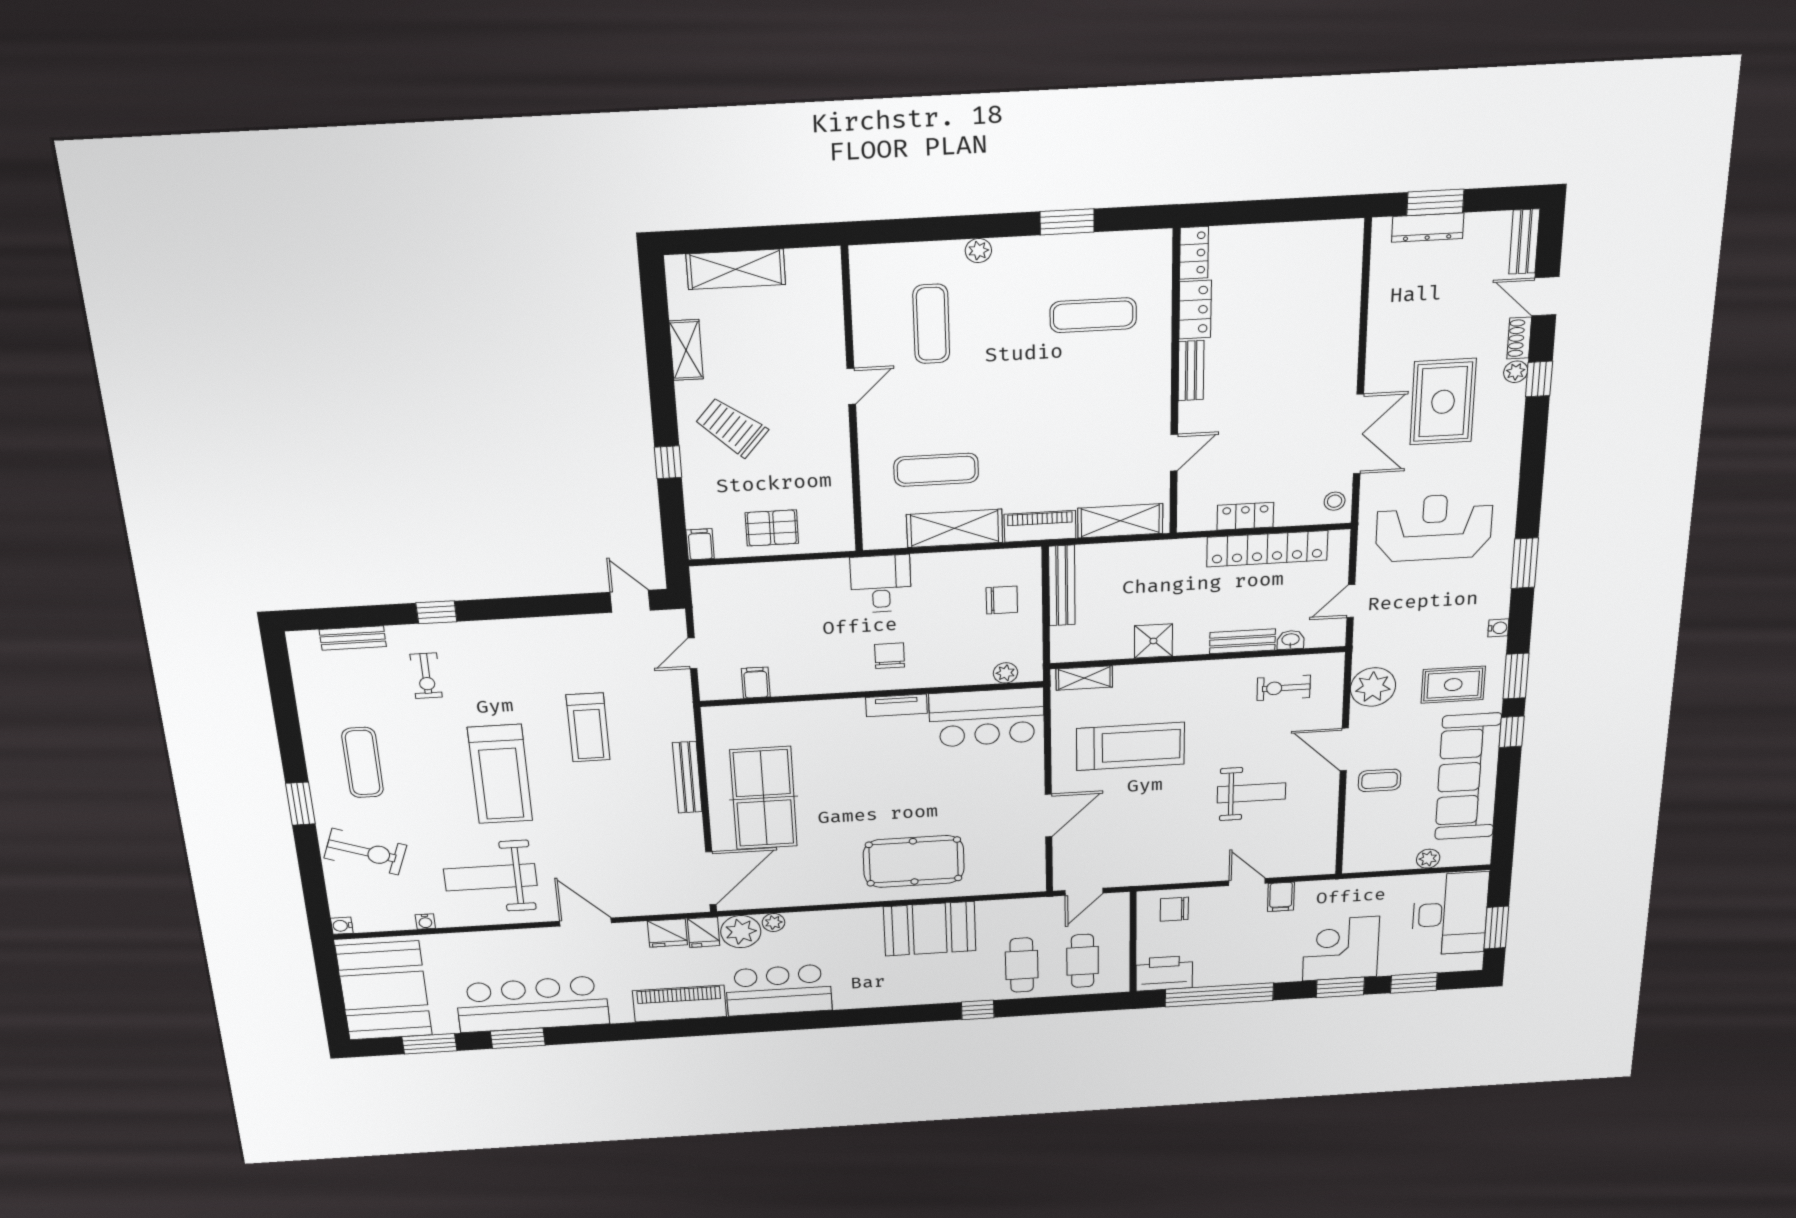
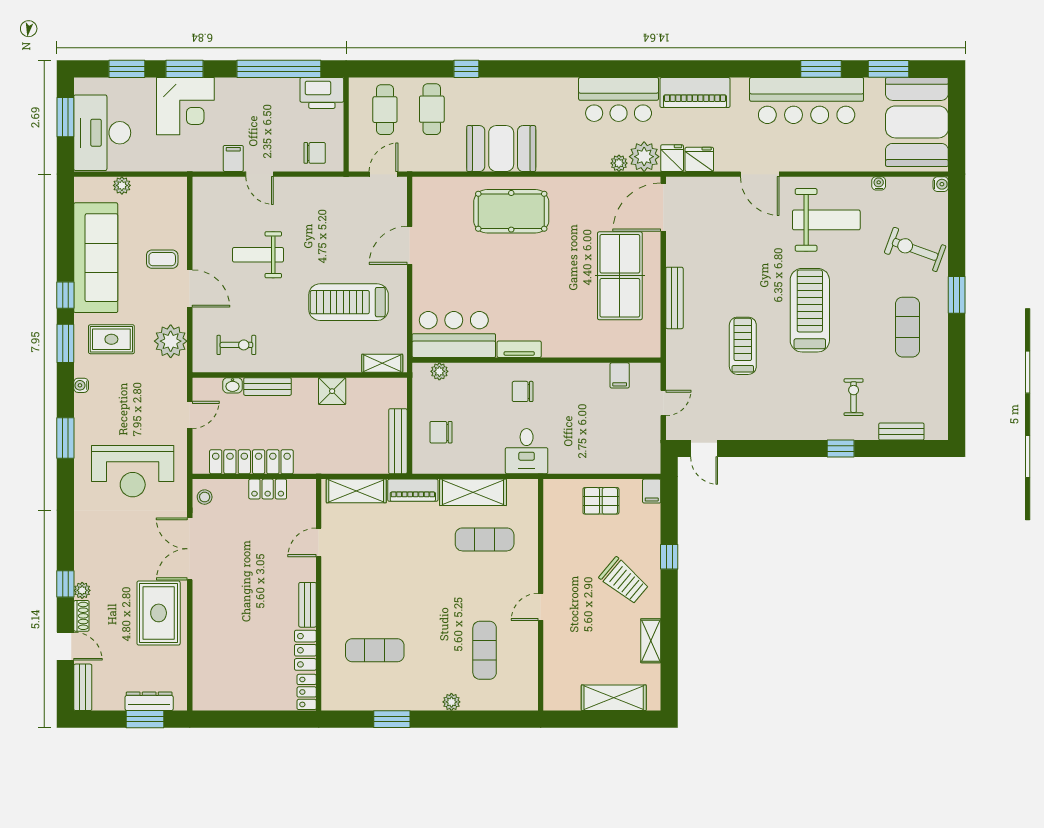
rug: (1443, 402) -> (159, 613), moved
chair: (890, 656) -> (523, 391), turned 90

